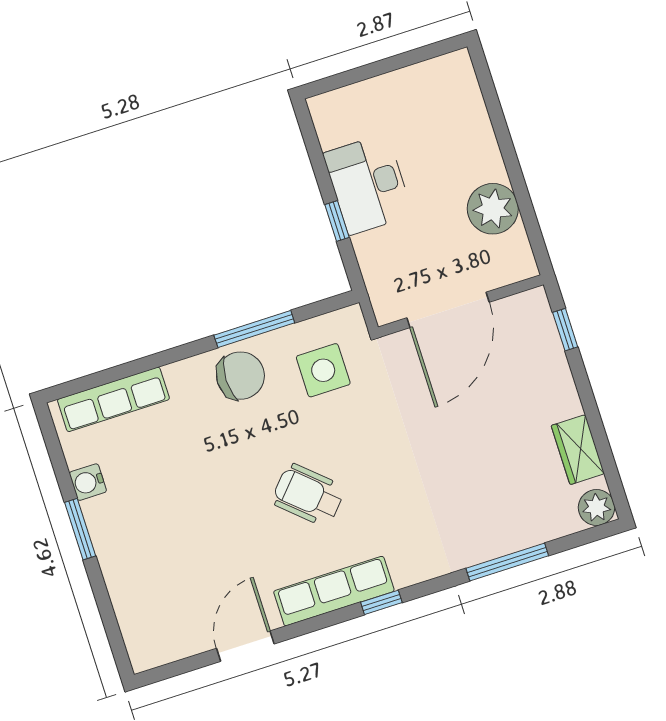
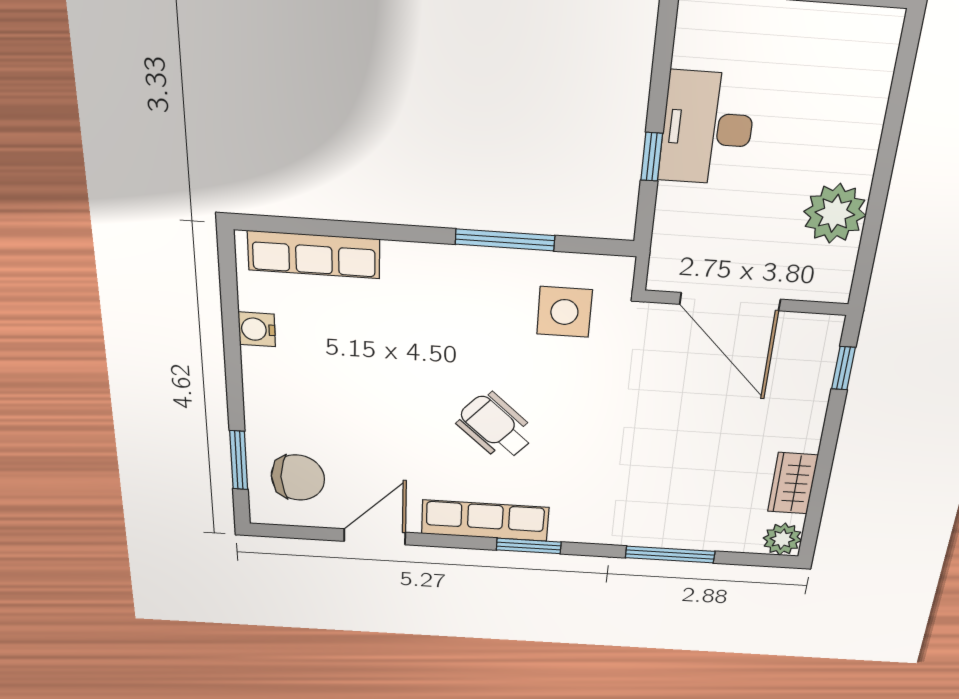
door: (448, 310) -> (730, 302), hinge flipped
chair: (240, 376) -> (298, 478), moved
window: (80, 529) -> (239, 460), moved
window: (381, 602) -> (529, 546), width x1.50

